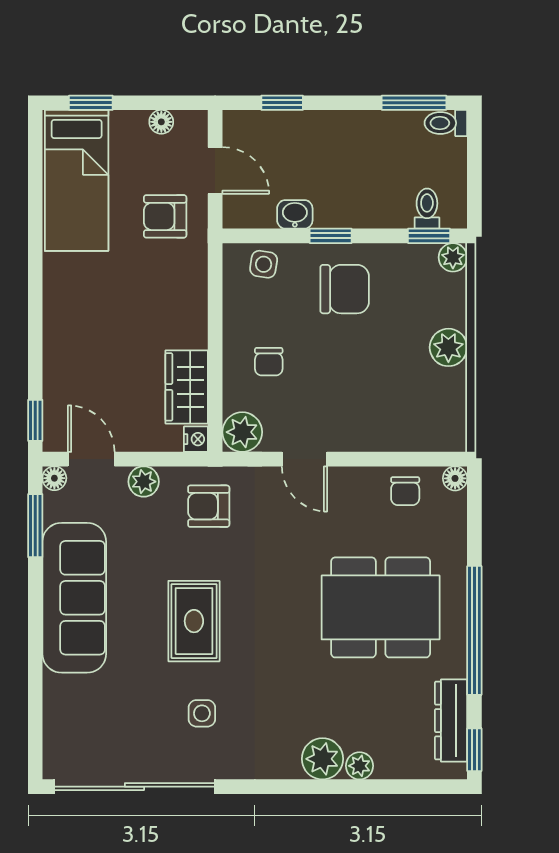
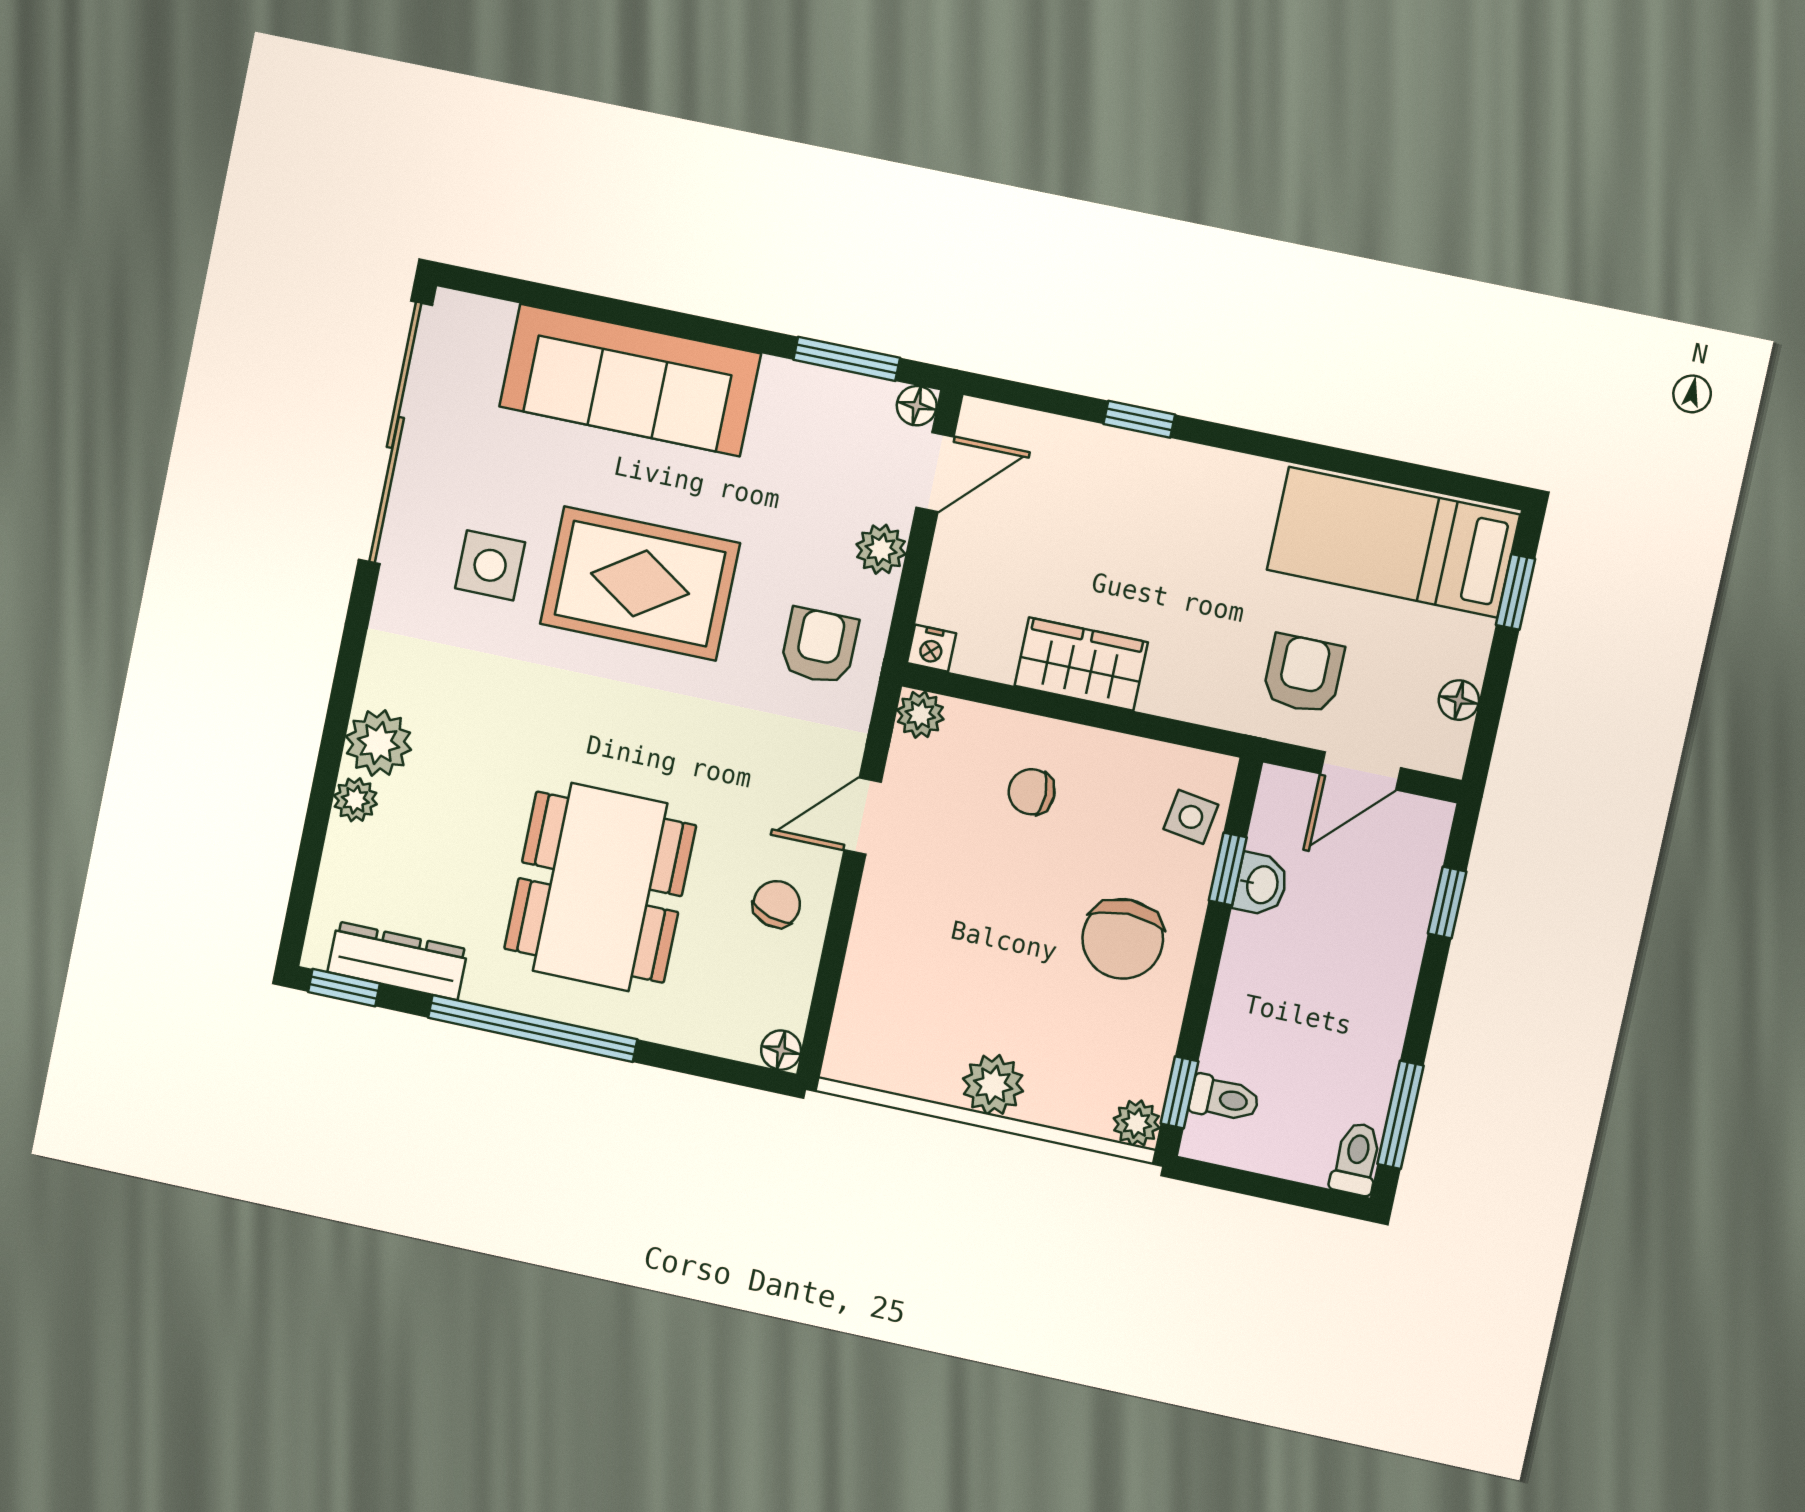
window: (331, 236) -> (1228, 869), moved
wardrobe: (187, 387) -> (1081, 664), moved
window: (35, 420) -> (1139, 419), moved
plant: (242, 432) -> (920, 715), width x0.73, depth x0.73
chair: (405, 491) -> (777, 904), moved, turned 107
sofa: (74, 598) -> (630, 380), moved
rug: (194, 621) -> (640, 584), width x1.36, depth x1.43
side table: (202, 713) -> (490, 565), width x1.37, depth x1.37

